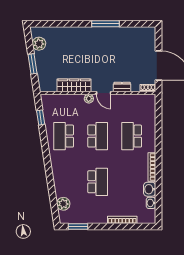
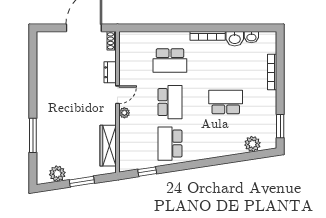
window: (106, 24) -> (33, 135), moved
wardrobe: (74, 85) -> (108, 146), moved
school desk: (64, 136) -> (170, 144), turned 90
school desk: (98, 136) -> (170, 102), turned 90

